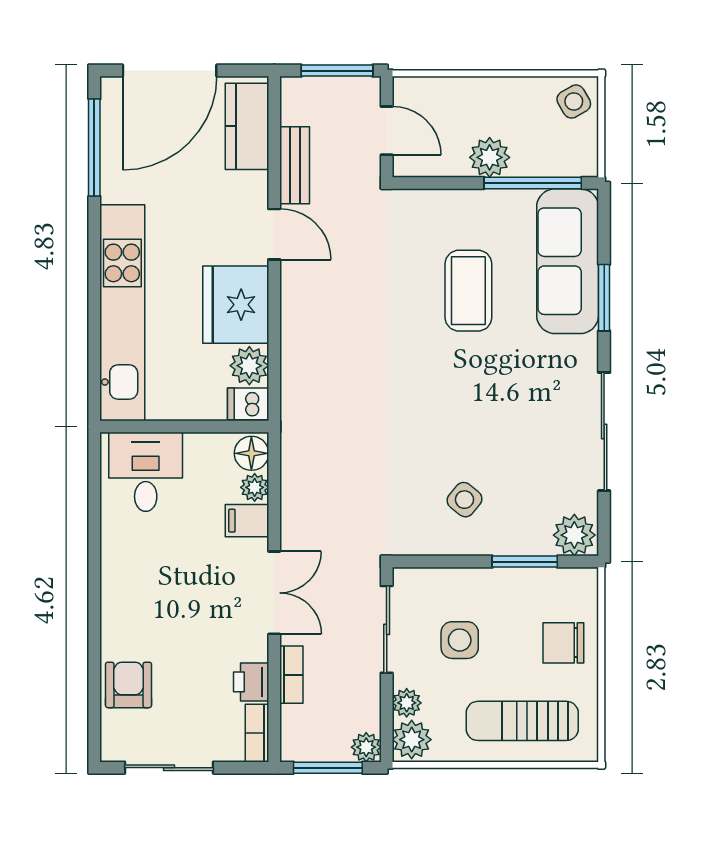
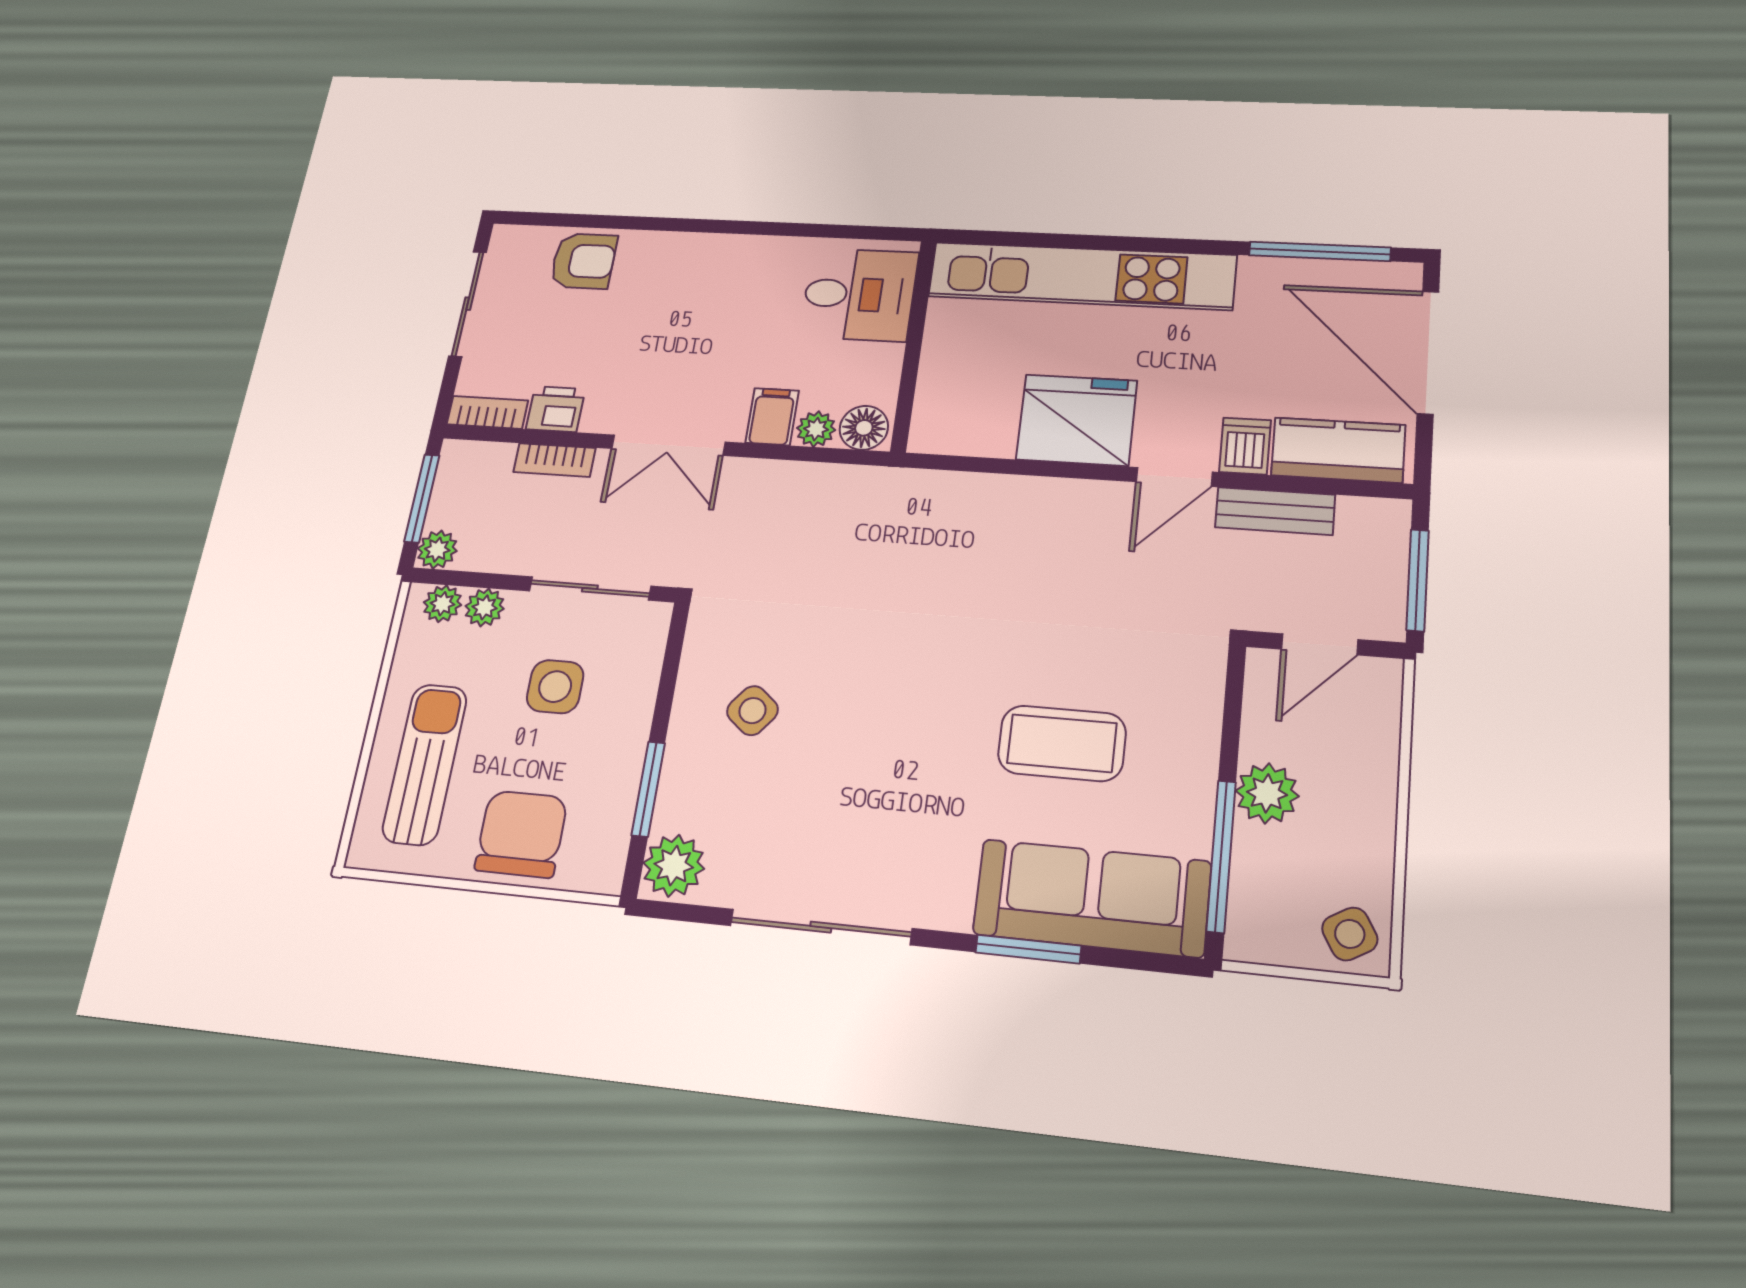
plant: (249, 366) -> (987, 432), removed
dishwasher: (248, 404) -> (1245, 446), moved
chair: (563, 643) -> (521, 834), width x1.37, depth x1.37
plant: (412, 740) -> (442, 604), width x0.73, depth x0.73

